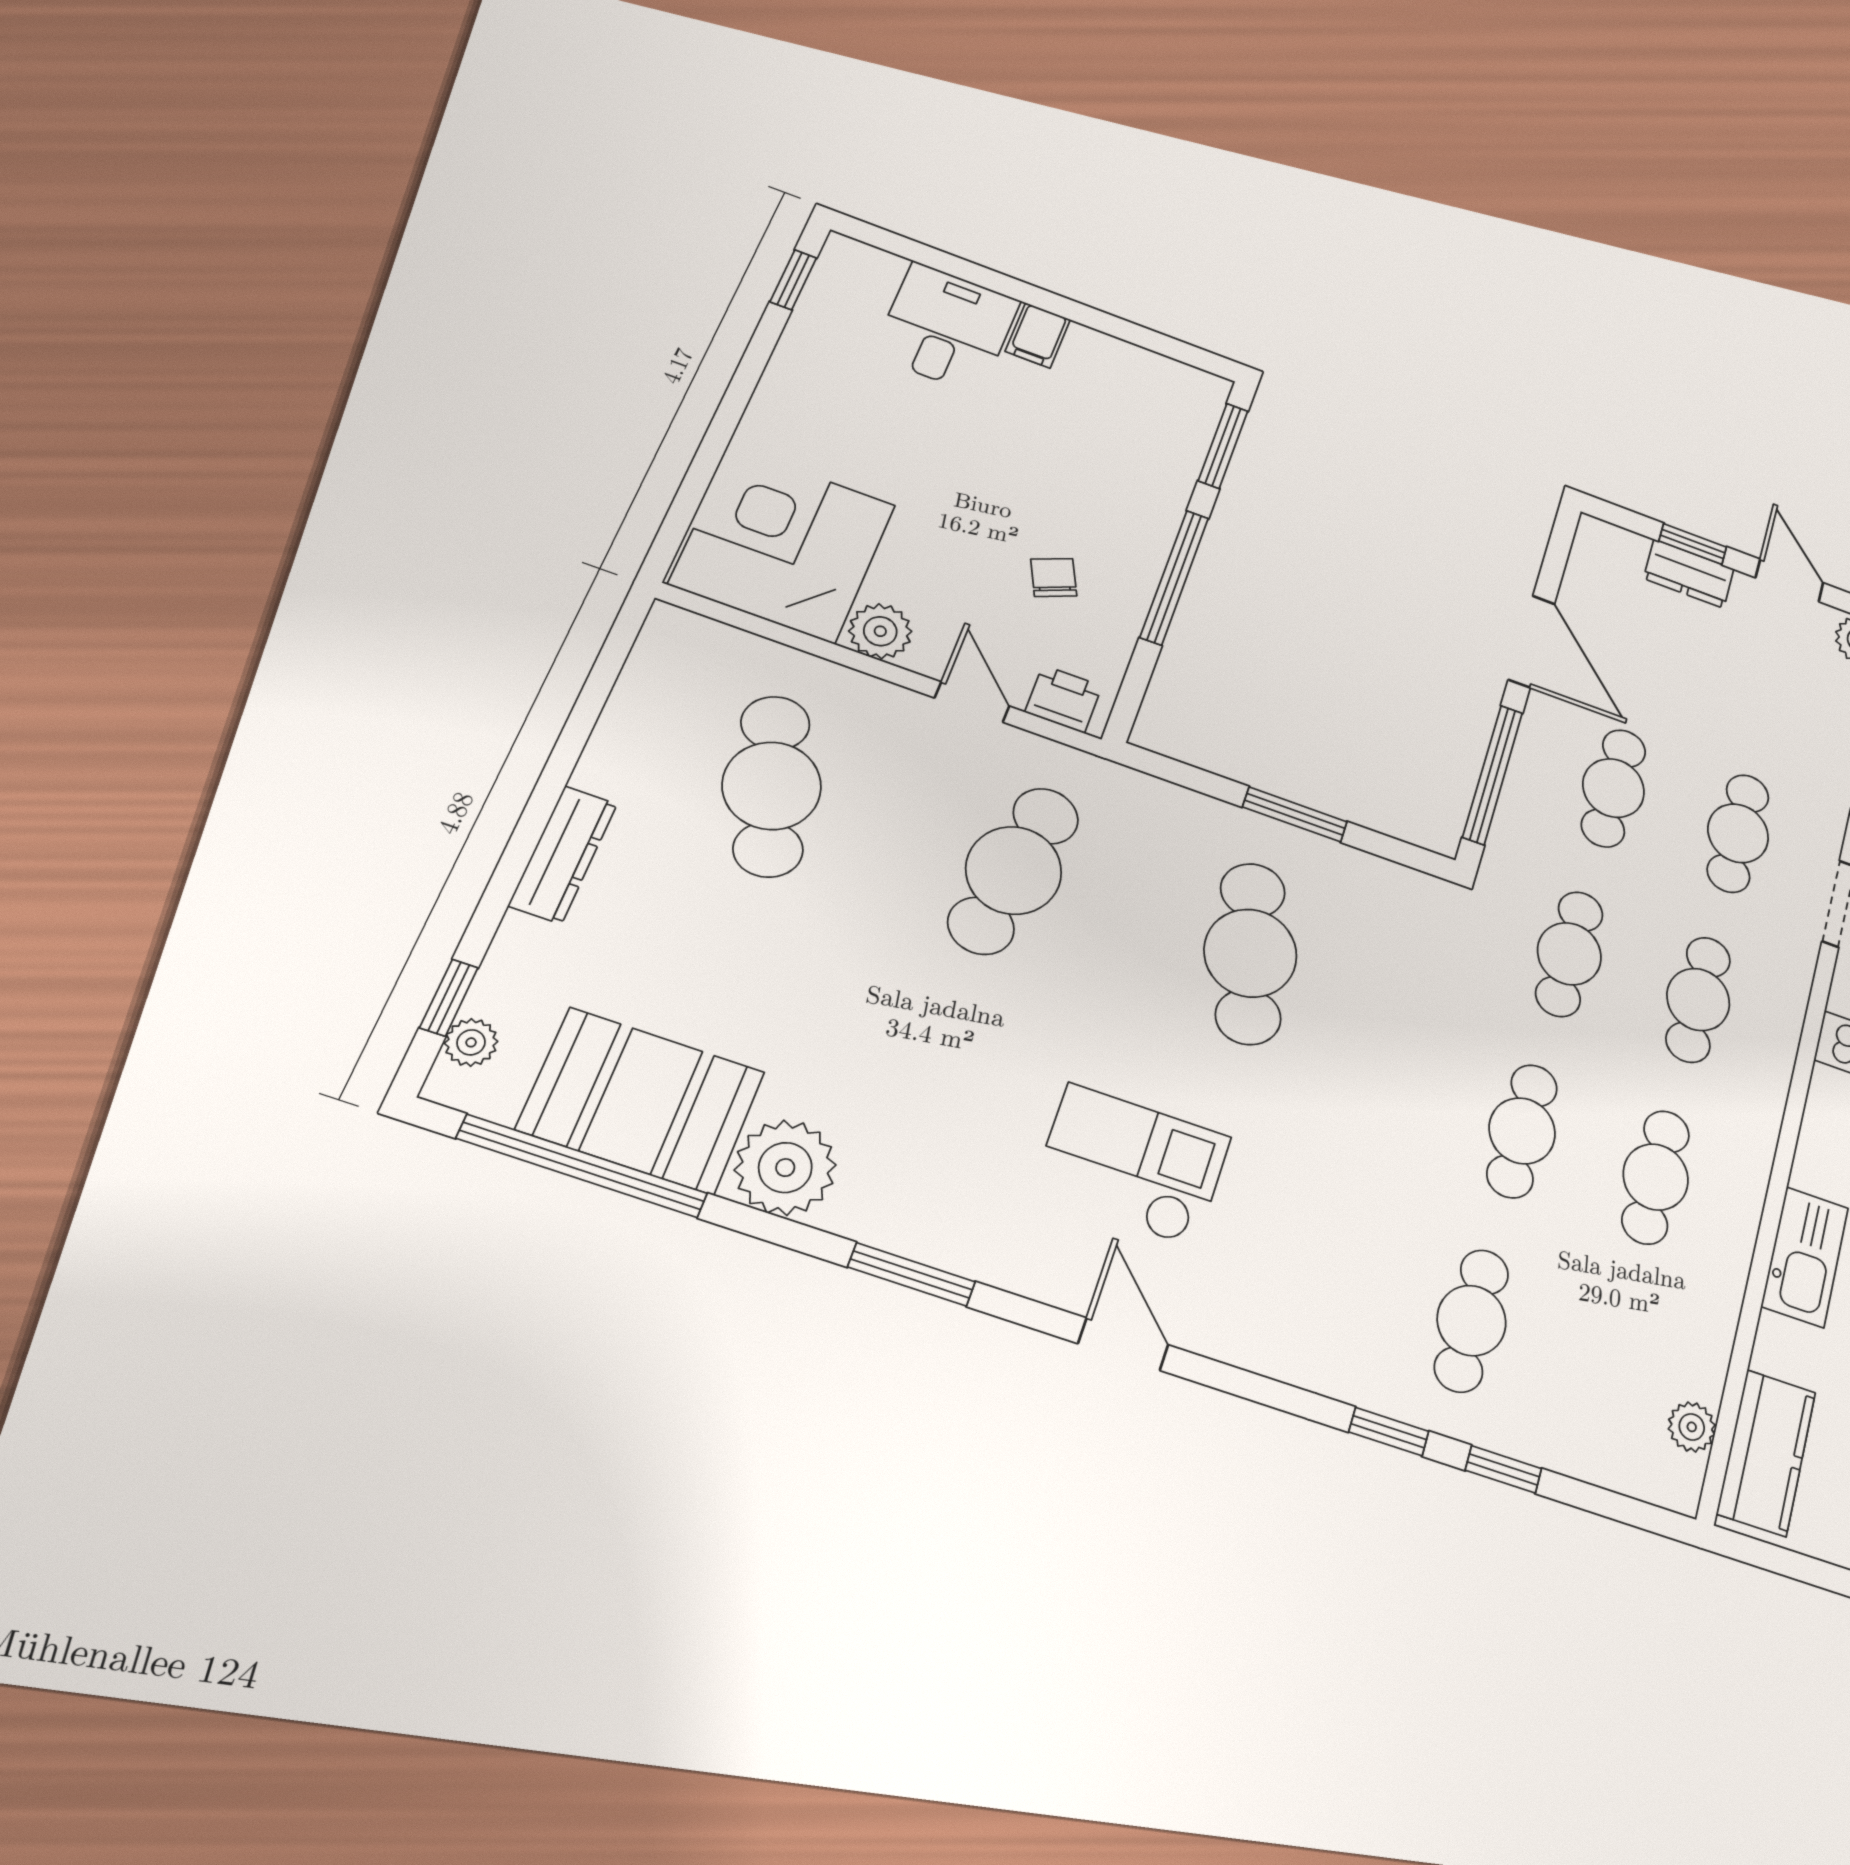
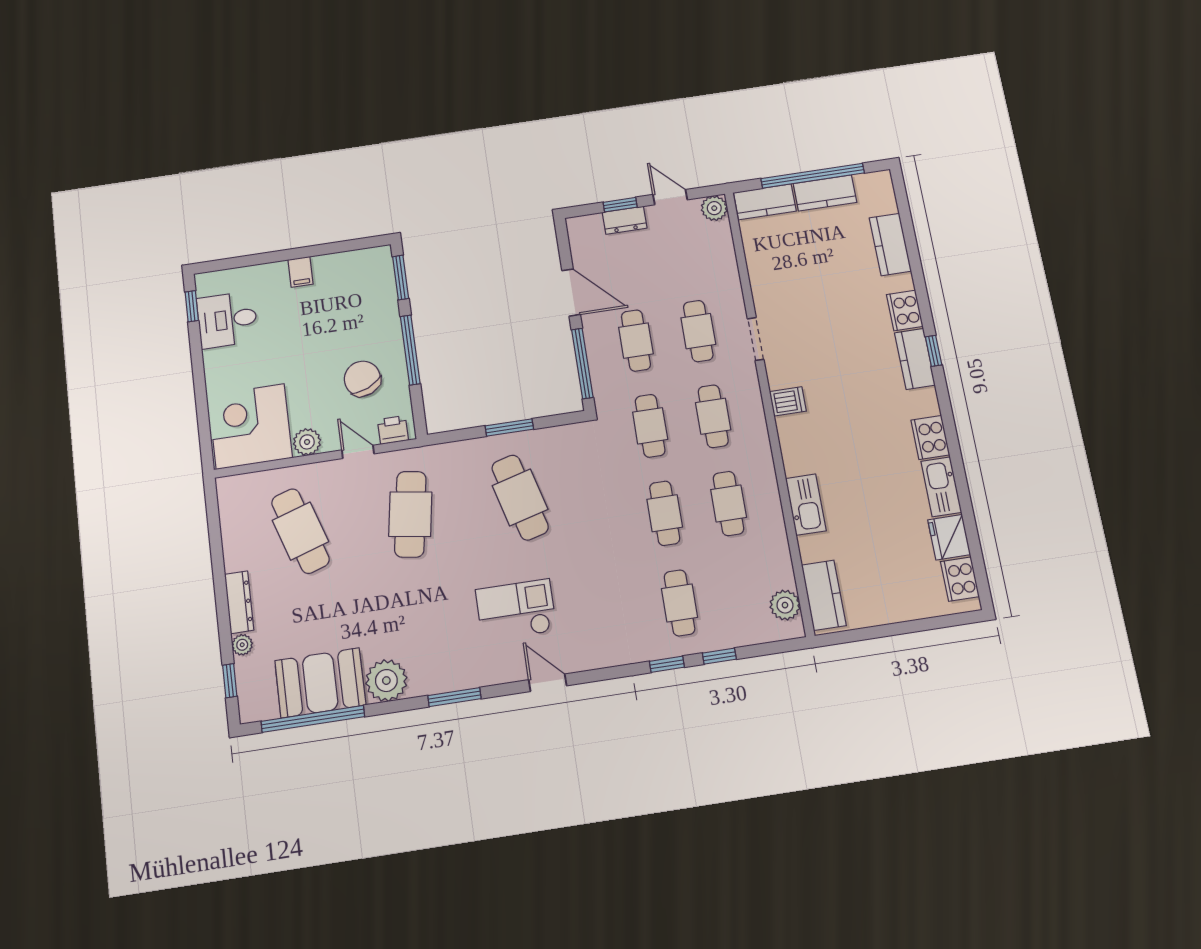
desk: (947, 328) -> (227, 320), moved, turned -90
chair: (1054, 578) -> (362, 379), width x1.87, depth x1.87
plant: (471, 1042) -> (242, 645), moved
plant: (1692, 1427) -> (785, 605), width x1.38, depth x1.38

